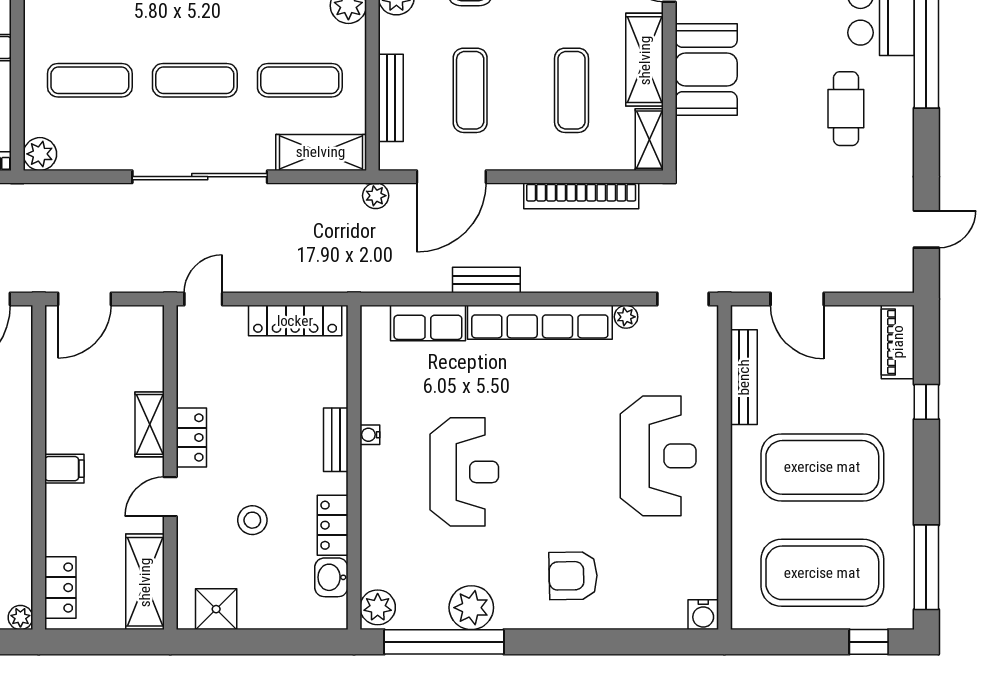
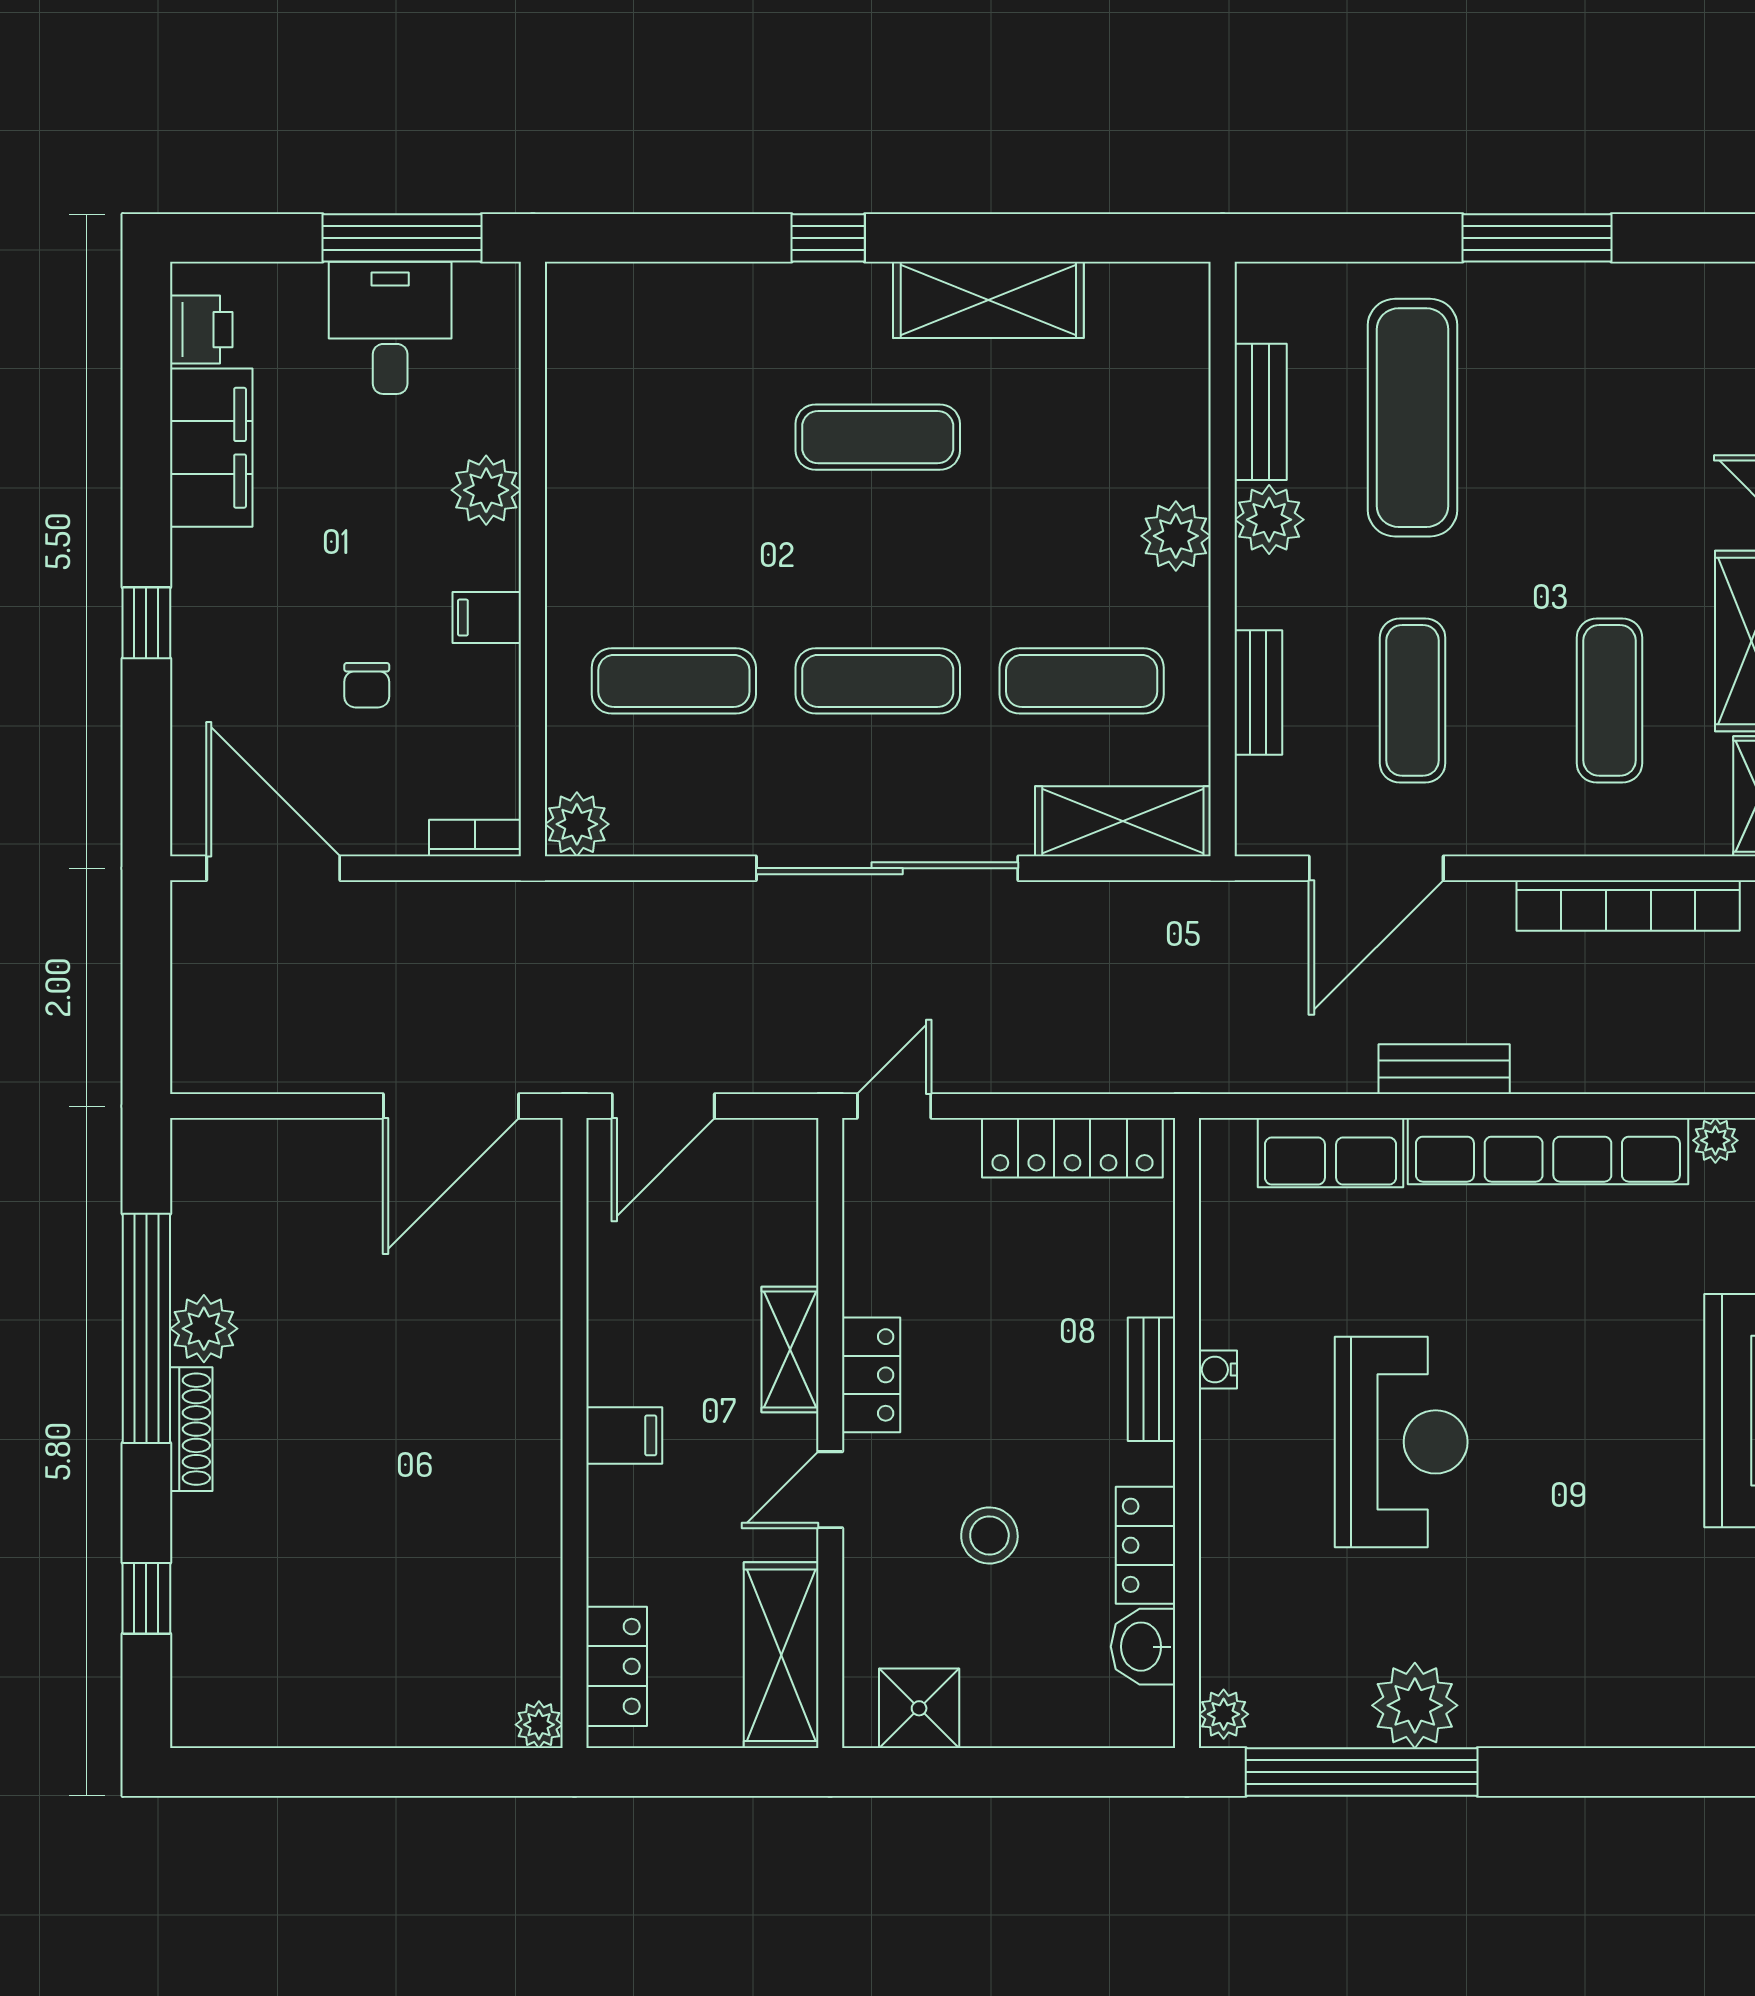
bench: (391, 98) -> (1258, 692), width x0.73
plant: (376, 196) -> (1229, 905), removed
armchair: (573, 576) -> (1612, 1643), removed
plant: (378, 607) -> (1224, 1714), width x0.73, depth x0.73

